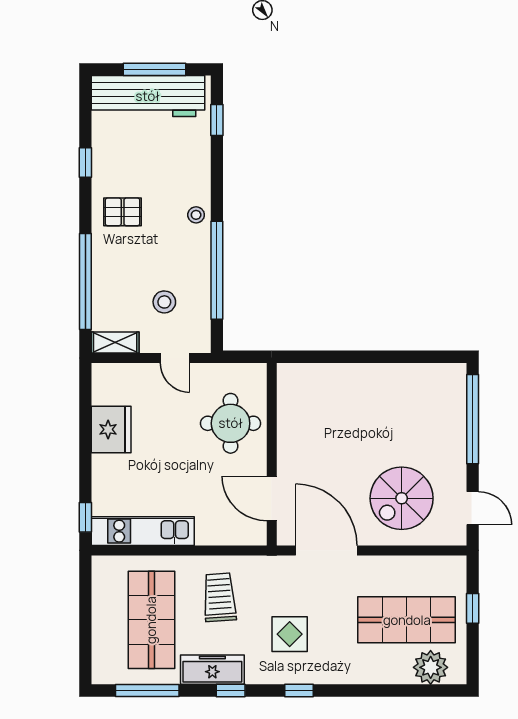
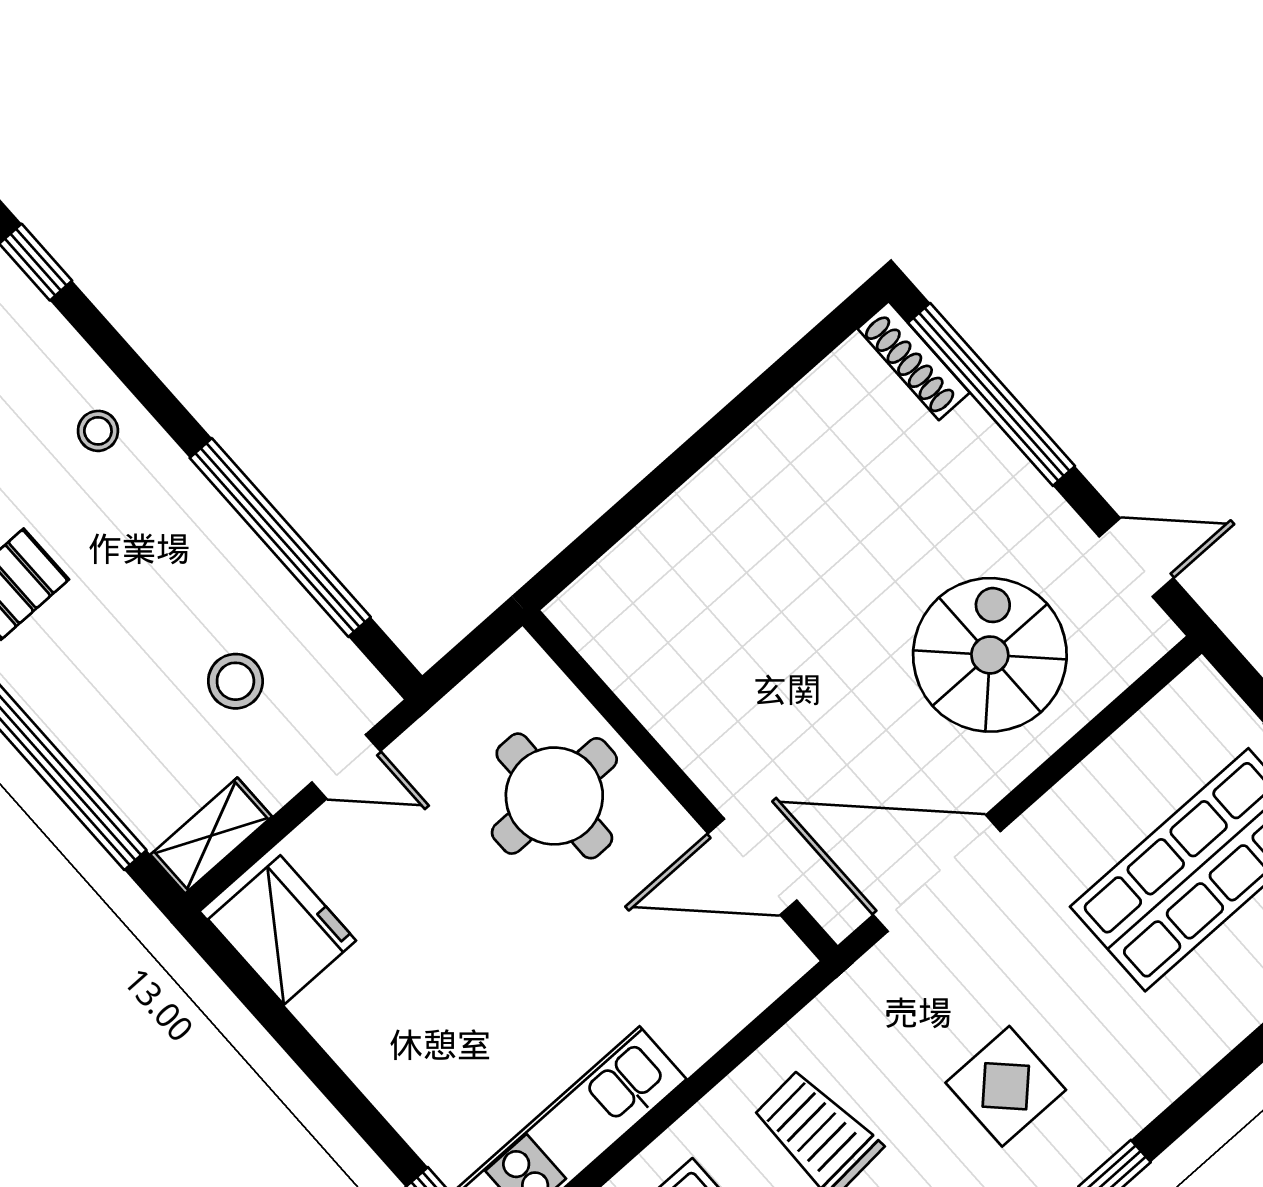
stool: (196, 215) -> (98, 431), moved
shoe rack: (458, 388) -> (914, 361), added
fridge: (111, 429) -> (282, 930), moved
spiral stairs: (402, 498) -> (990, 655), turned 180

